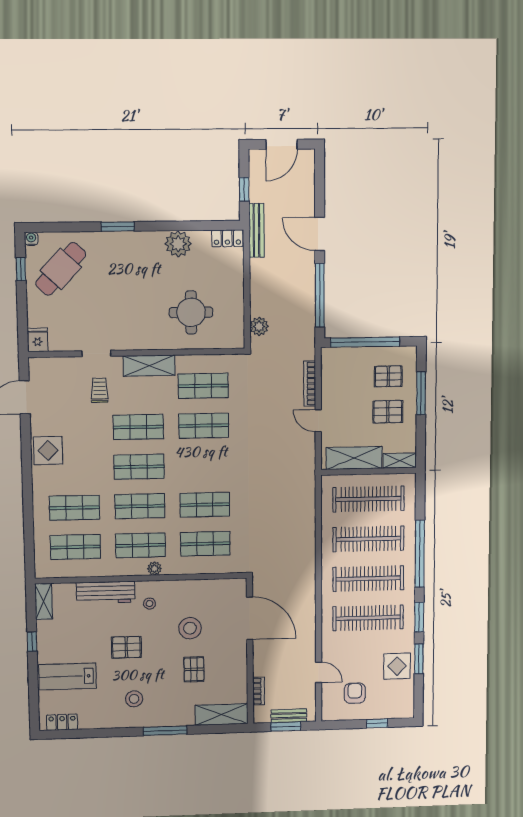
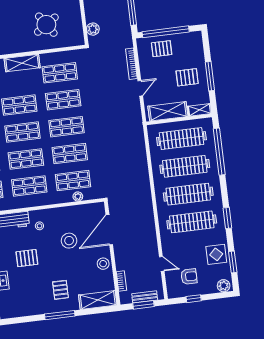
round table: (191, 312) -> (46, 25), turned -34
pallet: (388, 376) -> (162, 49), moved
window: (421, 393) -> (210, 76), moved
door: (318, 421) -> (140, 88), swing flipped
shop shelf: (204, 465) -> (66, 127), added
window: (420, 554) -> (219, 152), moved
plant: (155, 568) -> (78, 196), moved
door: (250, 618) -> (109, 230), swing flipped
window: (419, 659) -> (233, 262), moved
pallet: (194, 669) -> (60, 290), moved
armchair: (355, 693) -> (189, 277), turned 90
stool: (134, 699) -> (103, 264), moved
plant: (402, 710) -> (224, 286), added
window: (377, 723) -> (194, 299), moved

